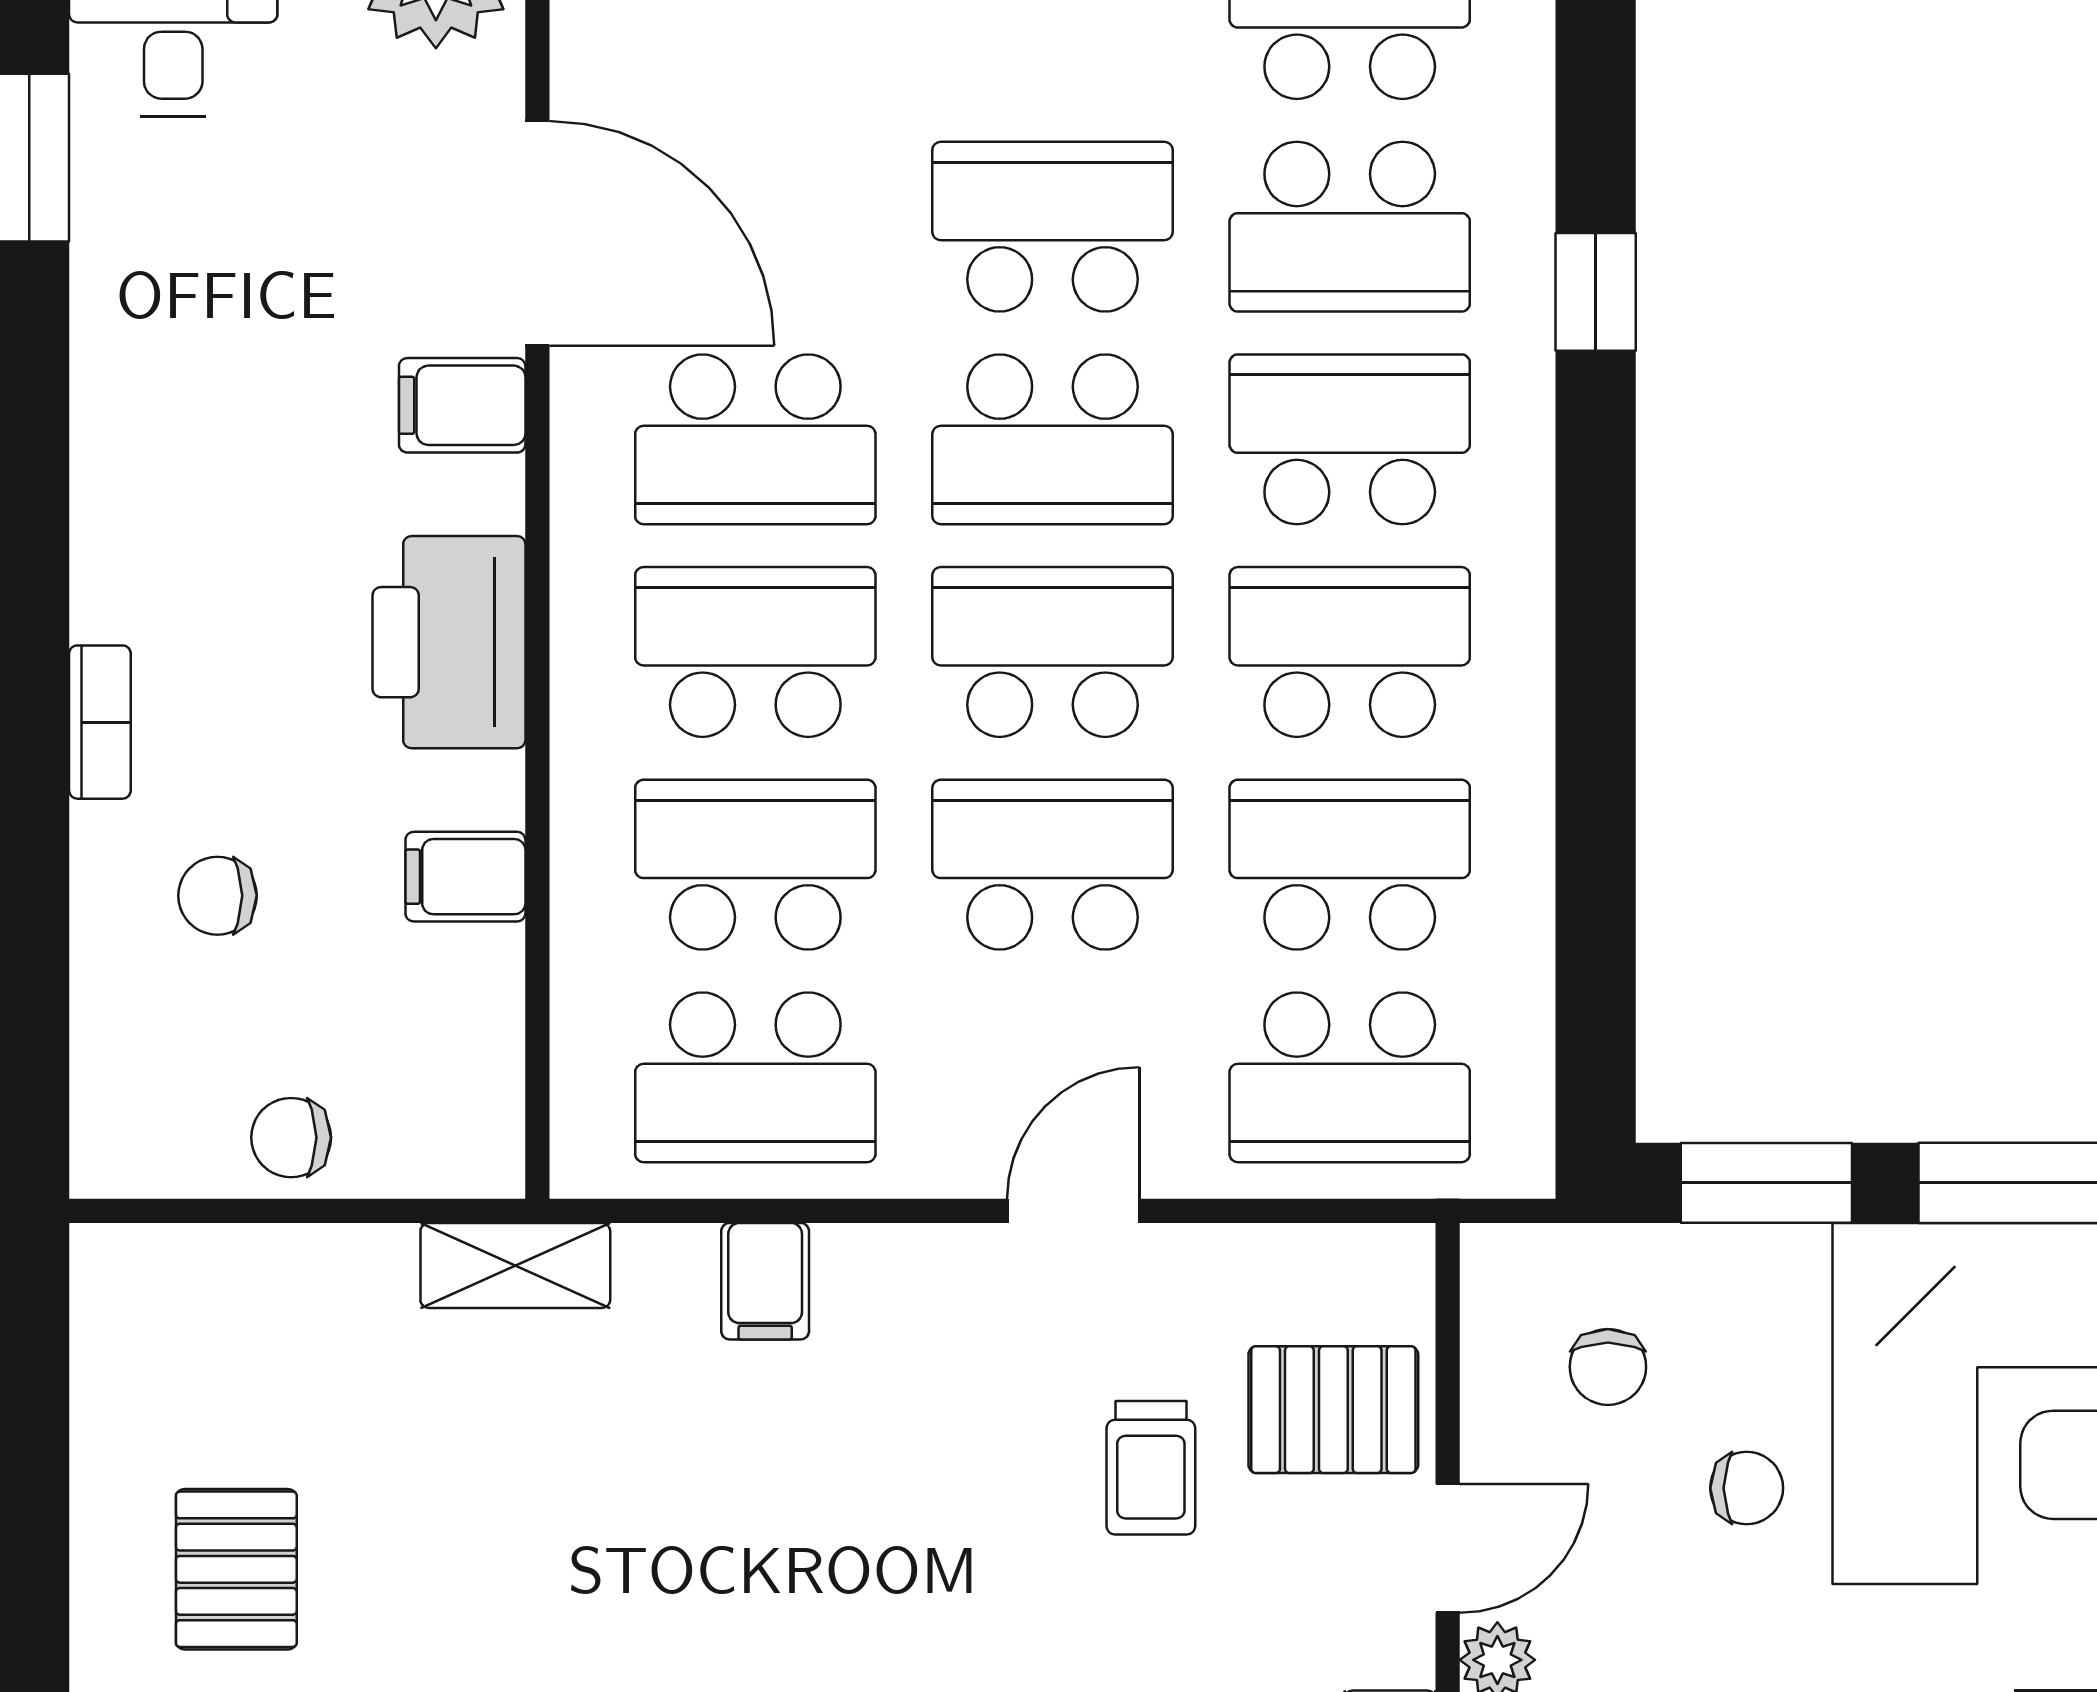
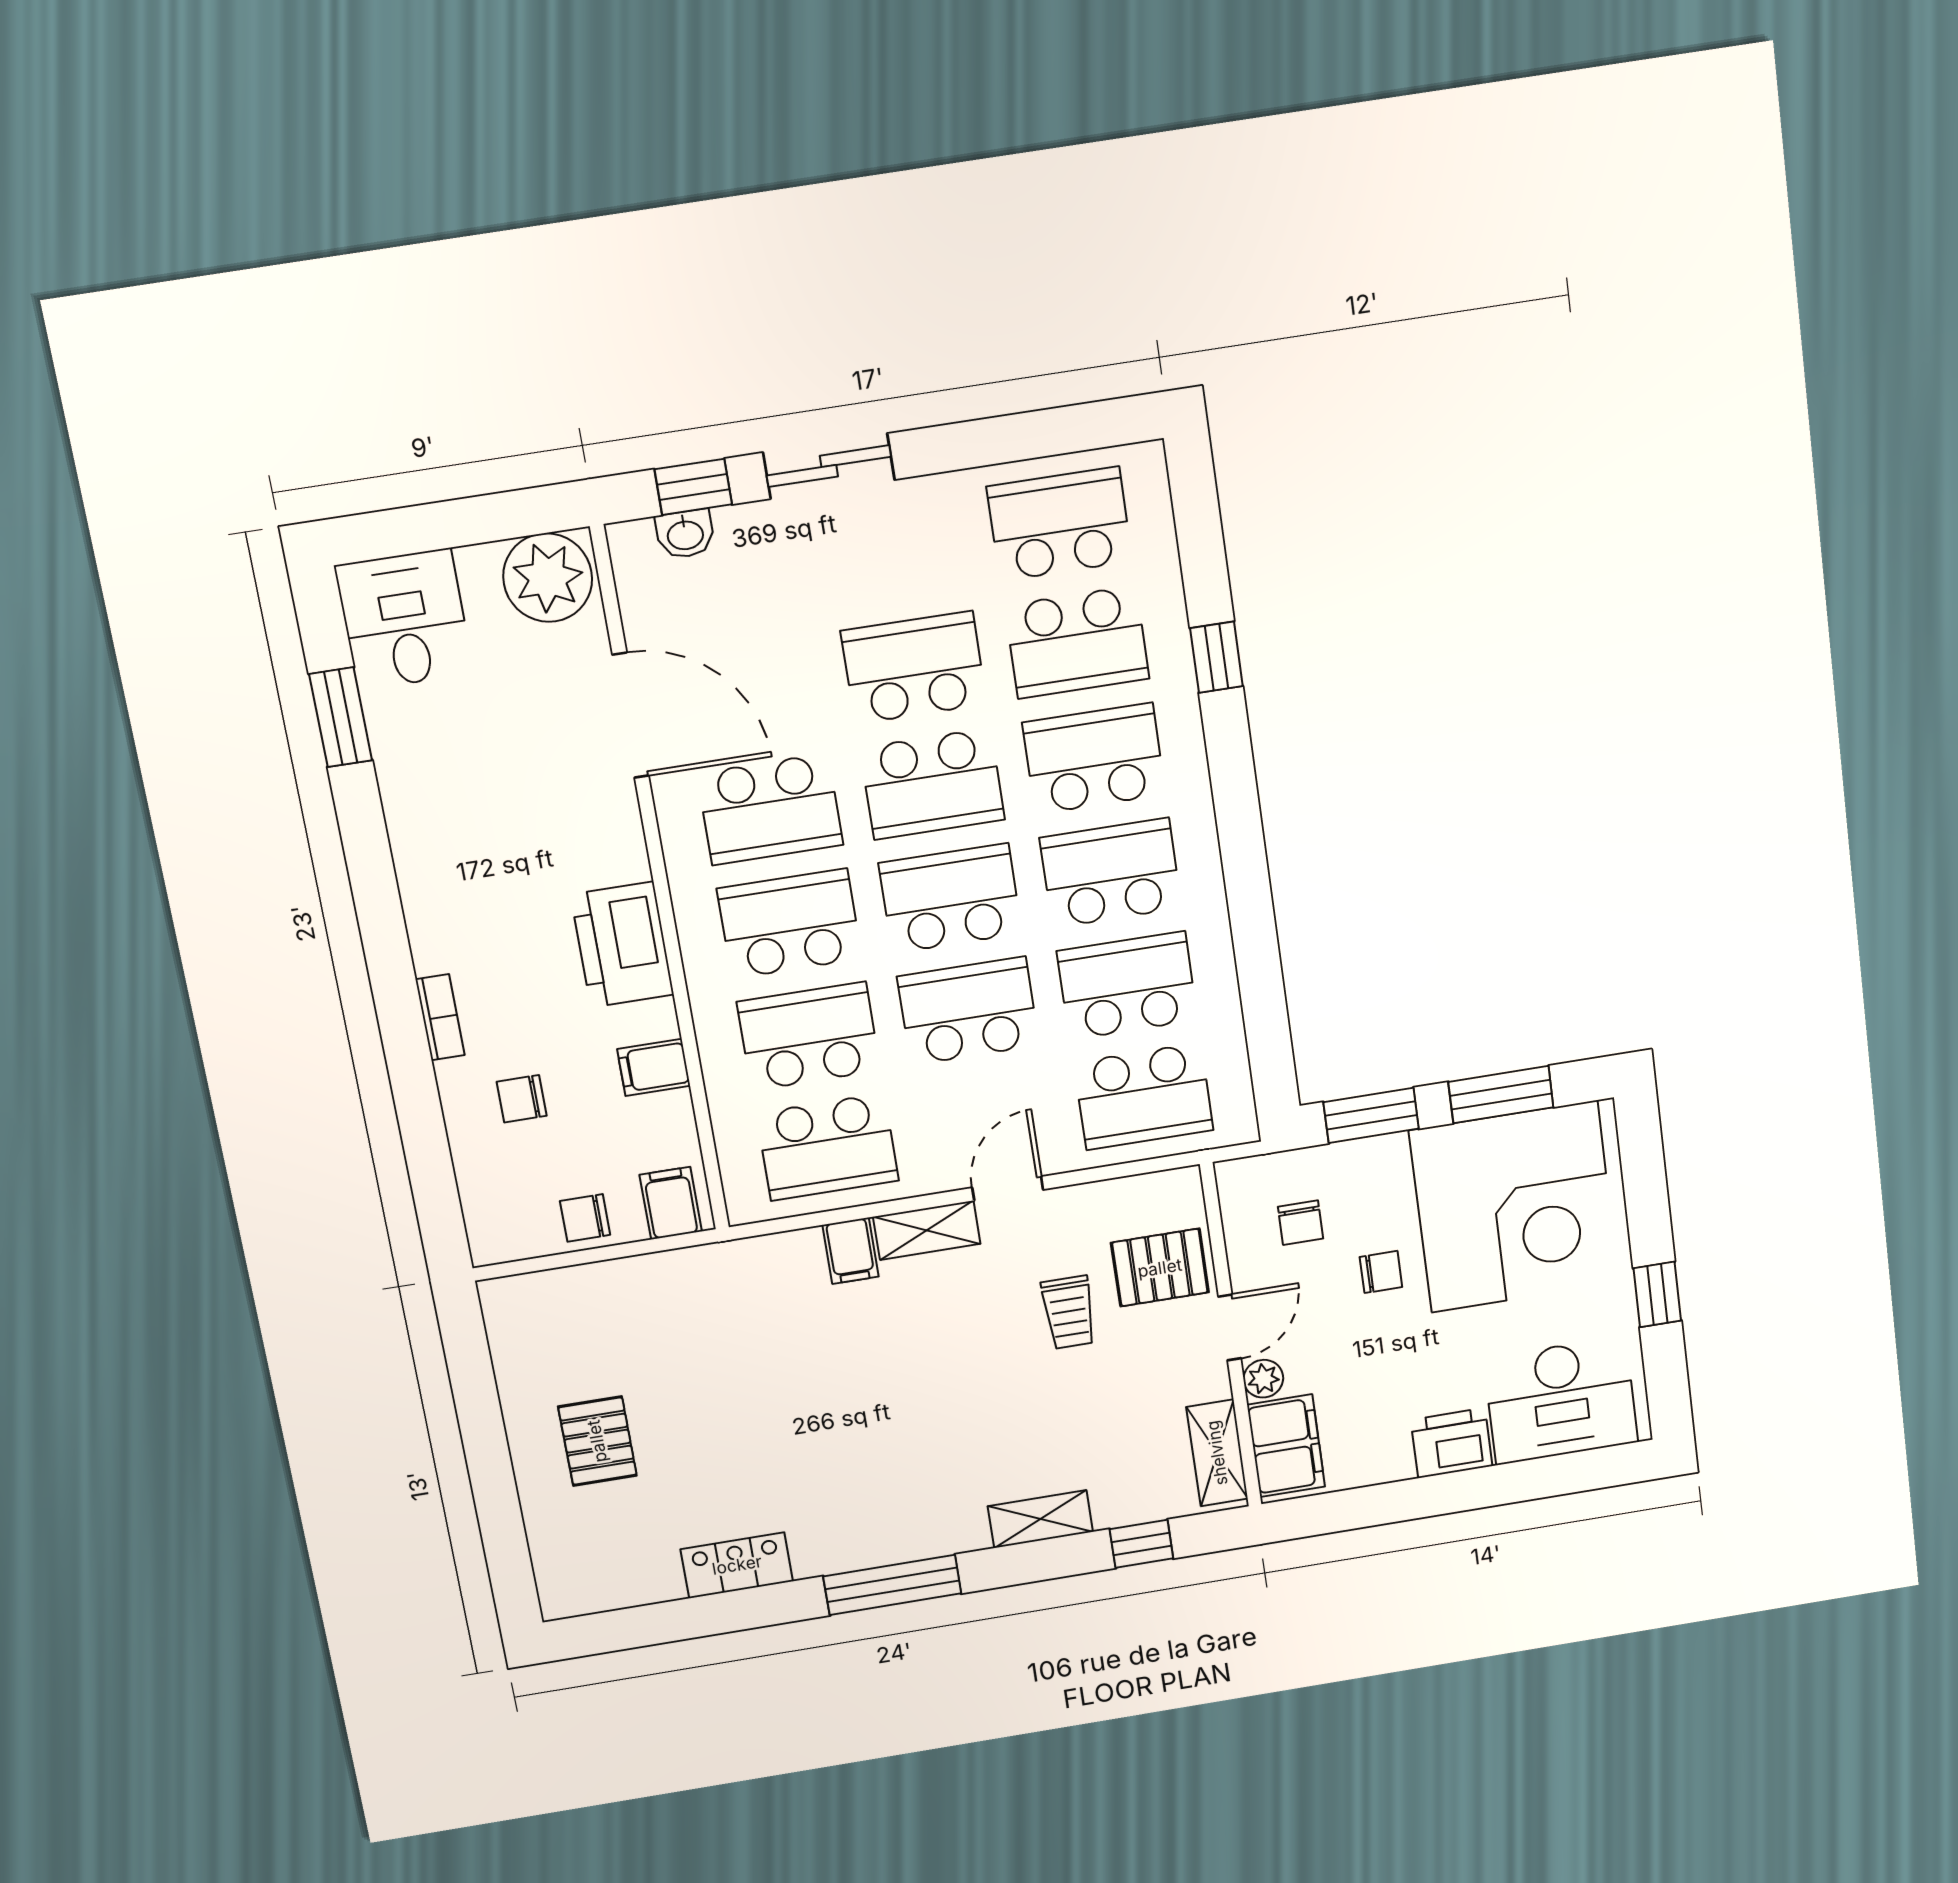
filing cabinet: (462, 405) -> (671, 1203), moved, turned 90
shelving: (515, 1265) -> (927, 1230), moved

